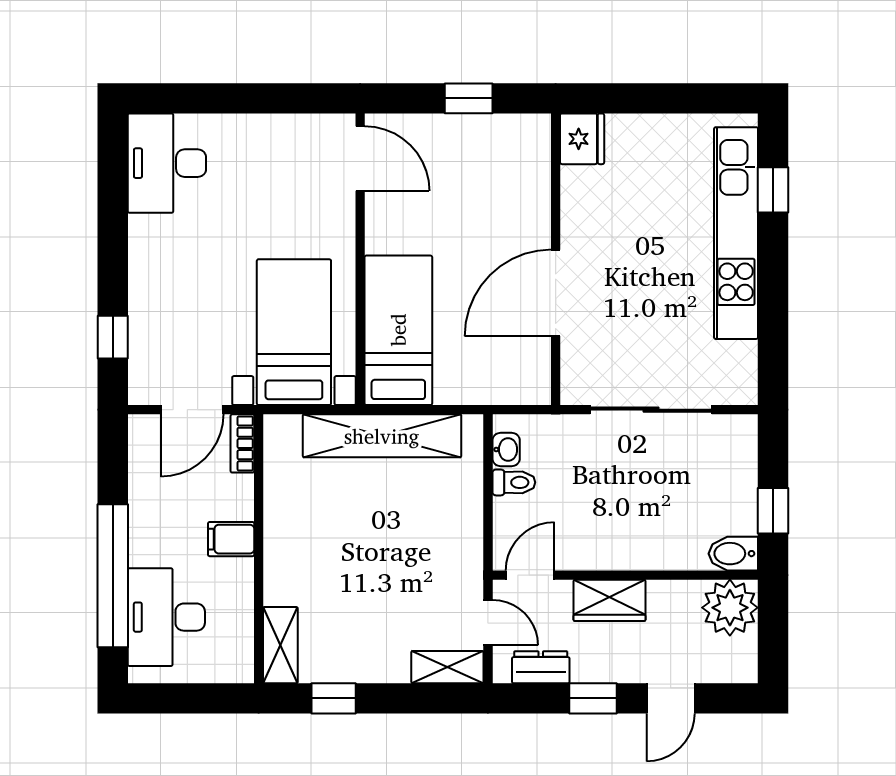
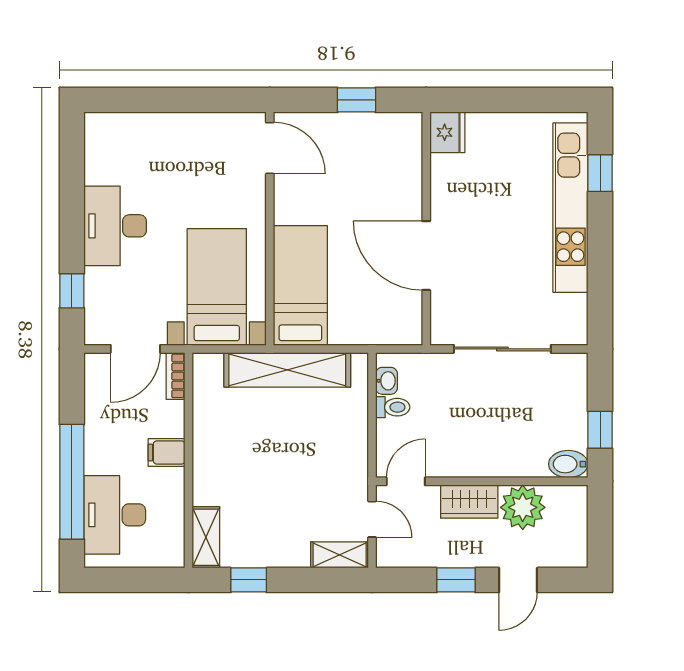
desk: (167, 163) -> (115, 226), moved
door: (556, 293) -> (426, 256), hinge flipped
plant: (730, 608) -> (523, 507), moved
dresser: (541, 667) -> (414, 555), removed

